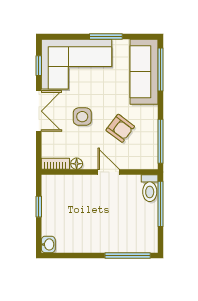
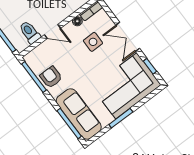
side table: (82, 117) -> (93, 42), moved
armchair: (120, 128) -> (51, 77), moved, turned 53
toilet: (150, 188) -> (30, 32), moved

